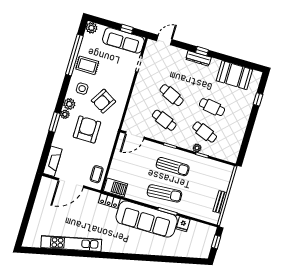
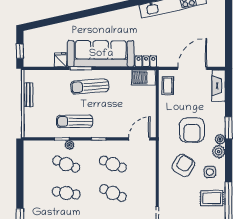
sun lounger: (173, 167) -> (75, 121), moved

